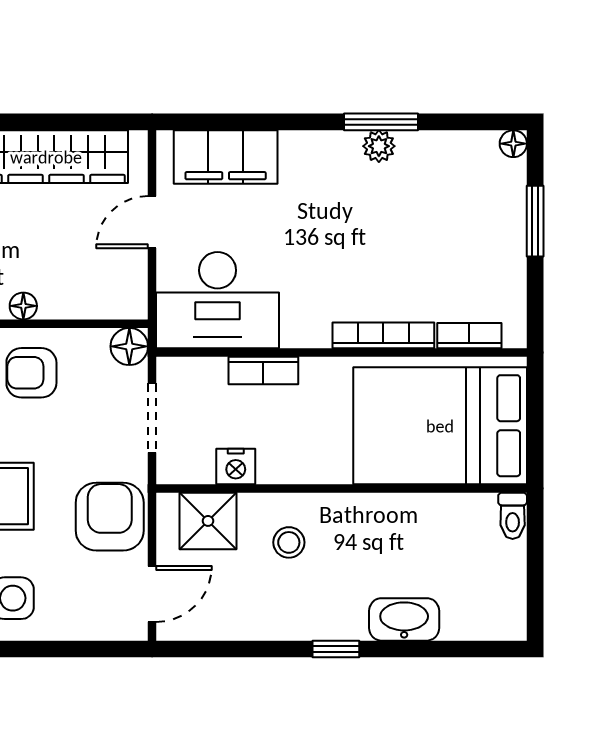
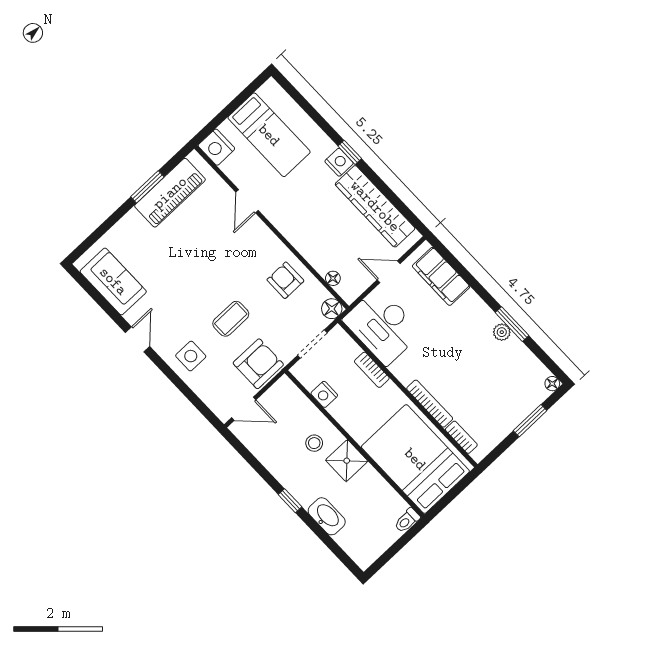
floor lamp: (23, 306) -> (333, 278), moved
shower: (208, 521) -> (347, 461), moved

